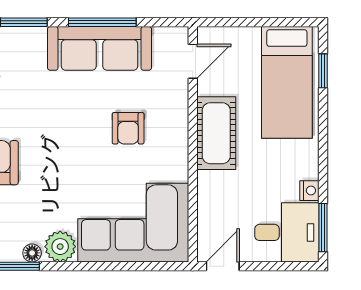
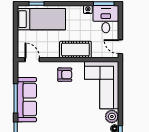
armchair: (128, 128) -> (65, 75), moved
cot: (216, 133) -> (75, 49), moved

